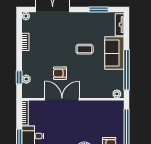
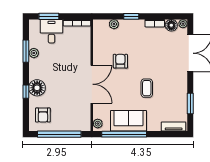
floor lamp: (27, 27) -> (171, 25), added
sofa: (114, 53) -> (128, 121), moved
window: (19, 77) -> (131, 16), moved
double door: (62, 99) -> (92, 84), moved

